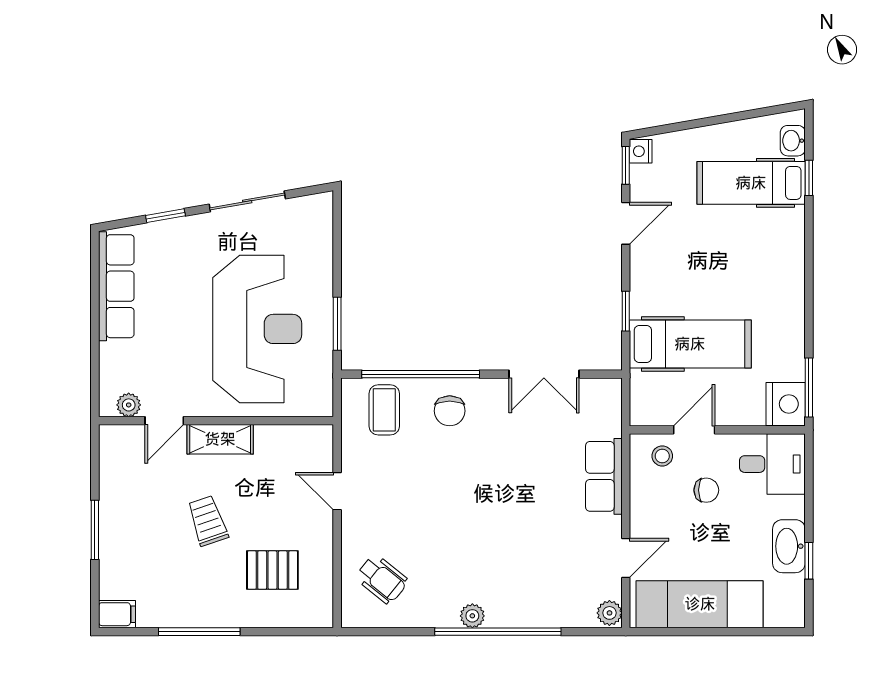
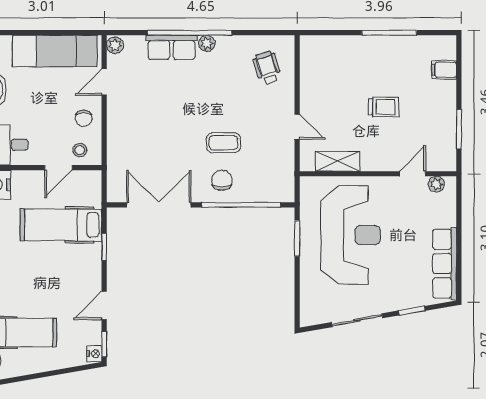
reception desk: (257, 329) -> (350, 235), turned 180
double door: (544, 374) -> (159, 205), width x1.37
coffee table: (384, 410) -> (223, 143), moved, turned 90
shelving: (220, 439) -> (338, 161), moved
row of seats: (604, 476) -> (172, 47), moved, turned 90
chair: (706, 490) -> (84, 118), moved, turned -90
trolley: (208, 521) -> (384, 107), turned -71
window: (95, 530) -> (459, 129), moved
pallet: (272, 570) -> (340, 74), removed
wheelchair: (382, 579) -> (267, 68), turned 34
filing cabinet: (117, 614) -> (444, 70), moved

